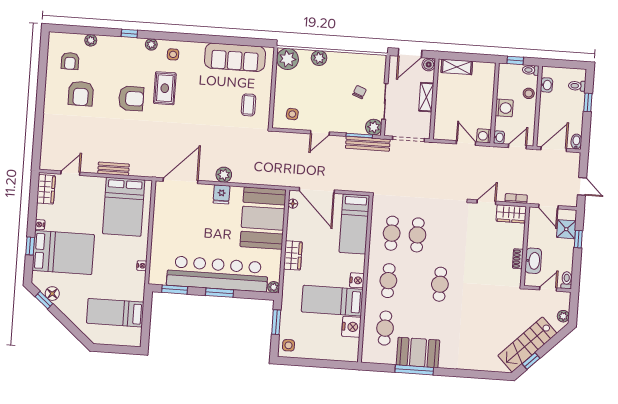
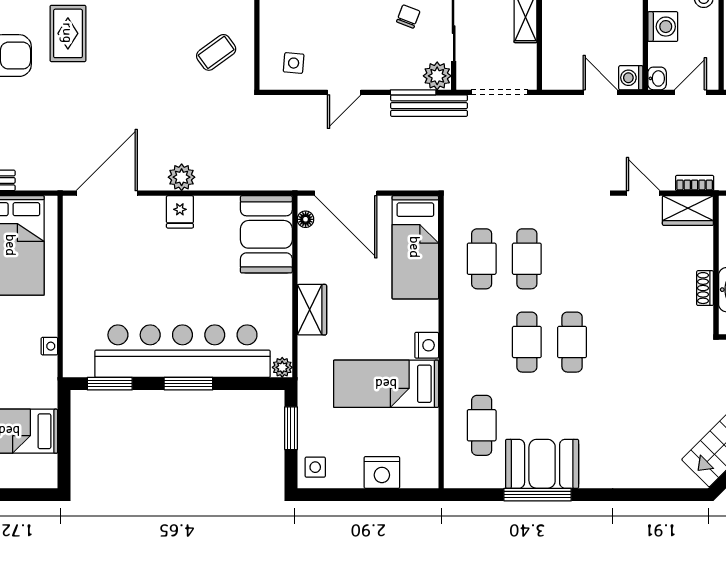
coffee table: (249, 105) -> (216, 52), turned 54
door: (486, 202) -> (643, 193), hinge flipped
booth: (263, 218) -> (266, 234), width x0.73, depth x0.70
cafe table: (388, 281) -> (527, 342), moved
nightstand: (351, 327) -> (382, 472), moved, turned 90

